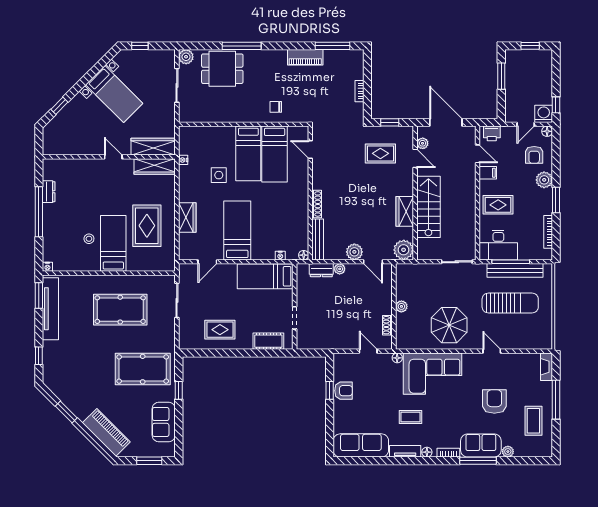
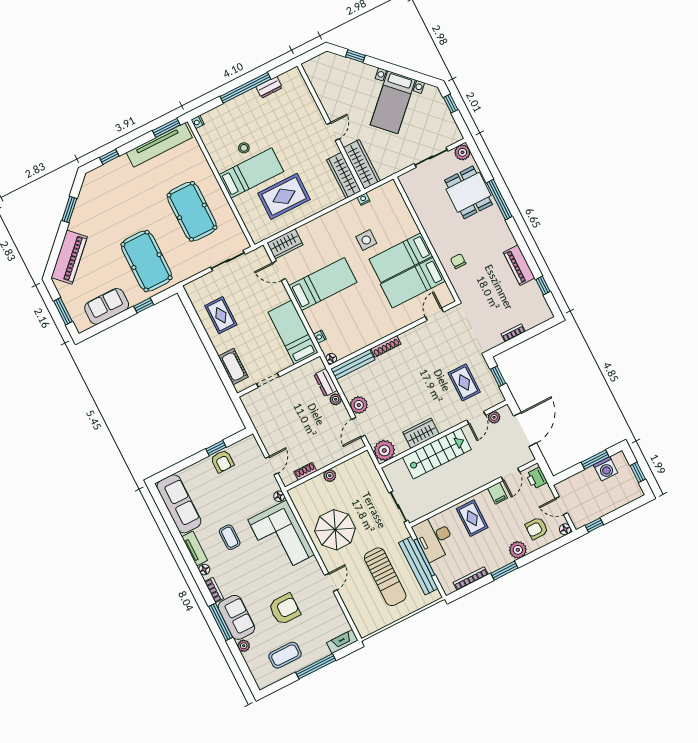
window: (332, 46) -> (543, 286), width x0.46
washing machine: (544, 114) -> (606, 469), moved, turned 90
wardrobe: (187, 217) -> (285, 244), moved

